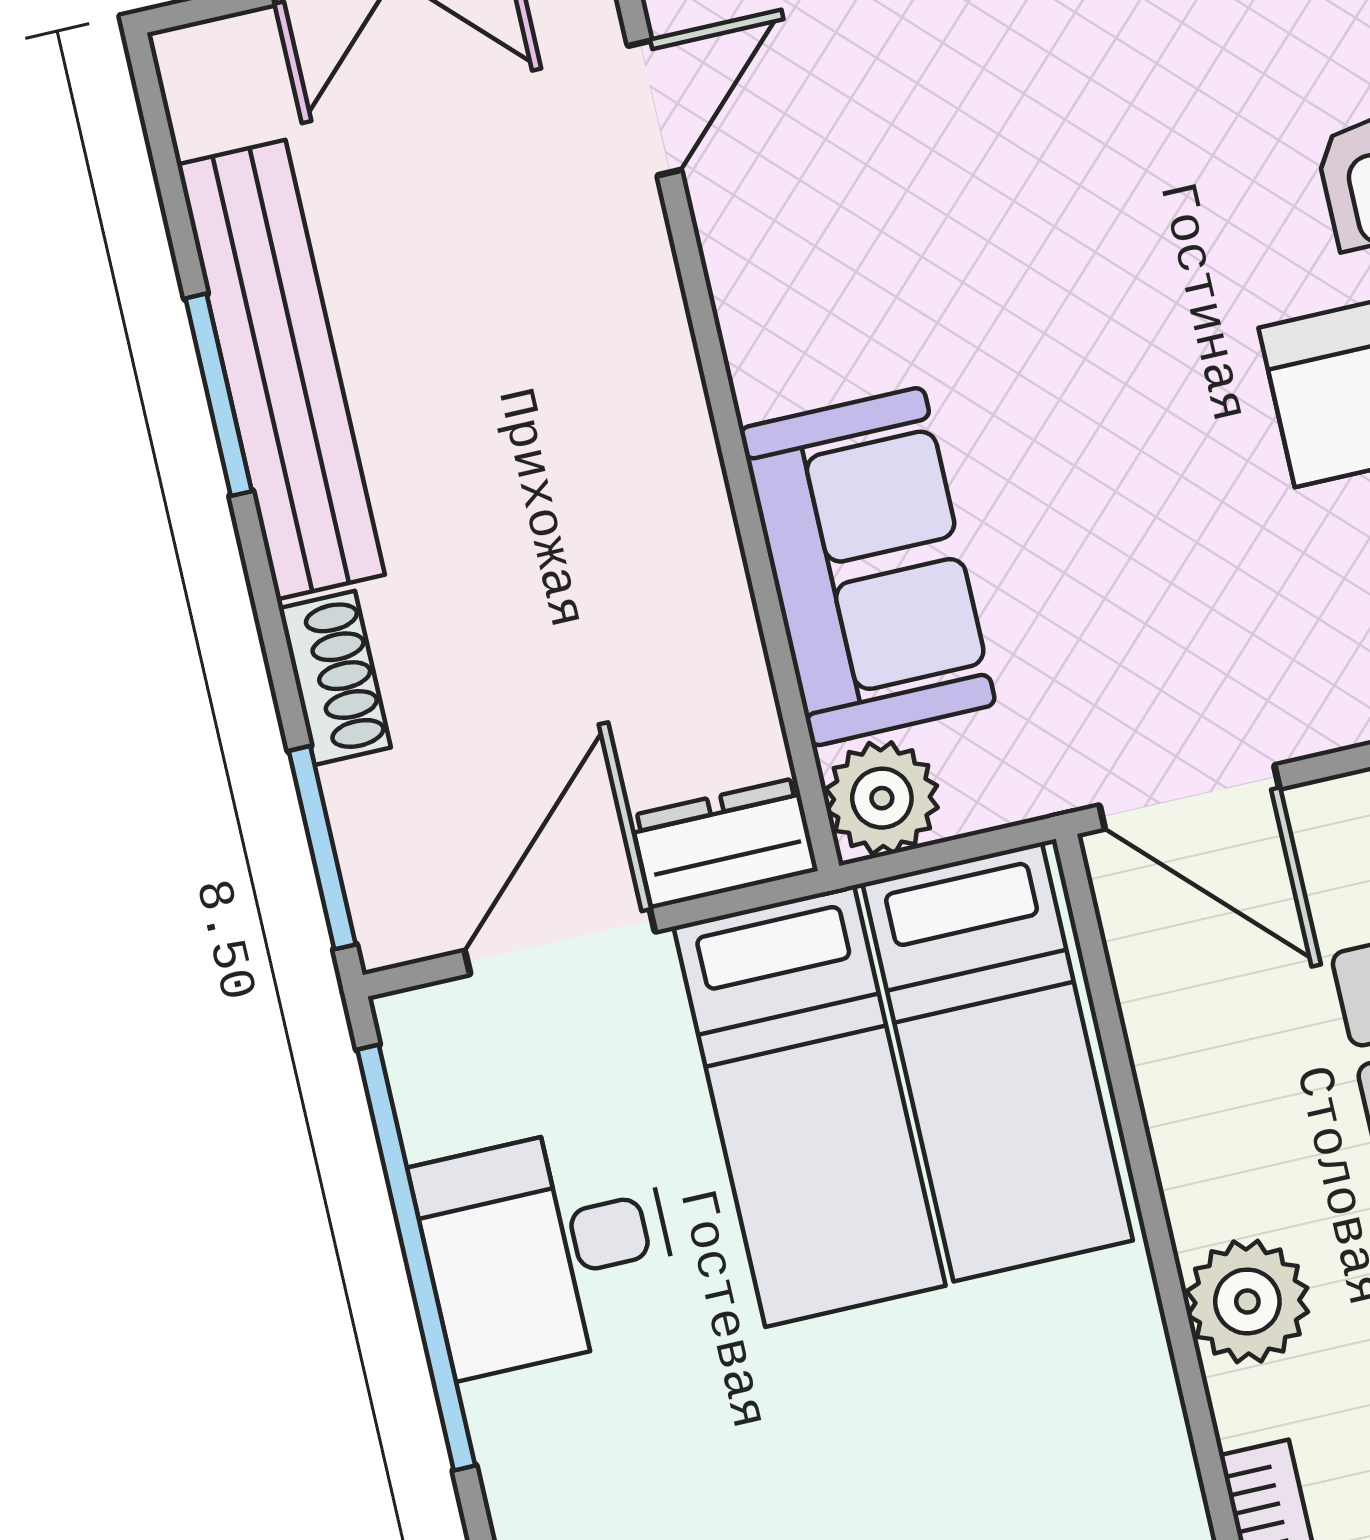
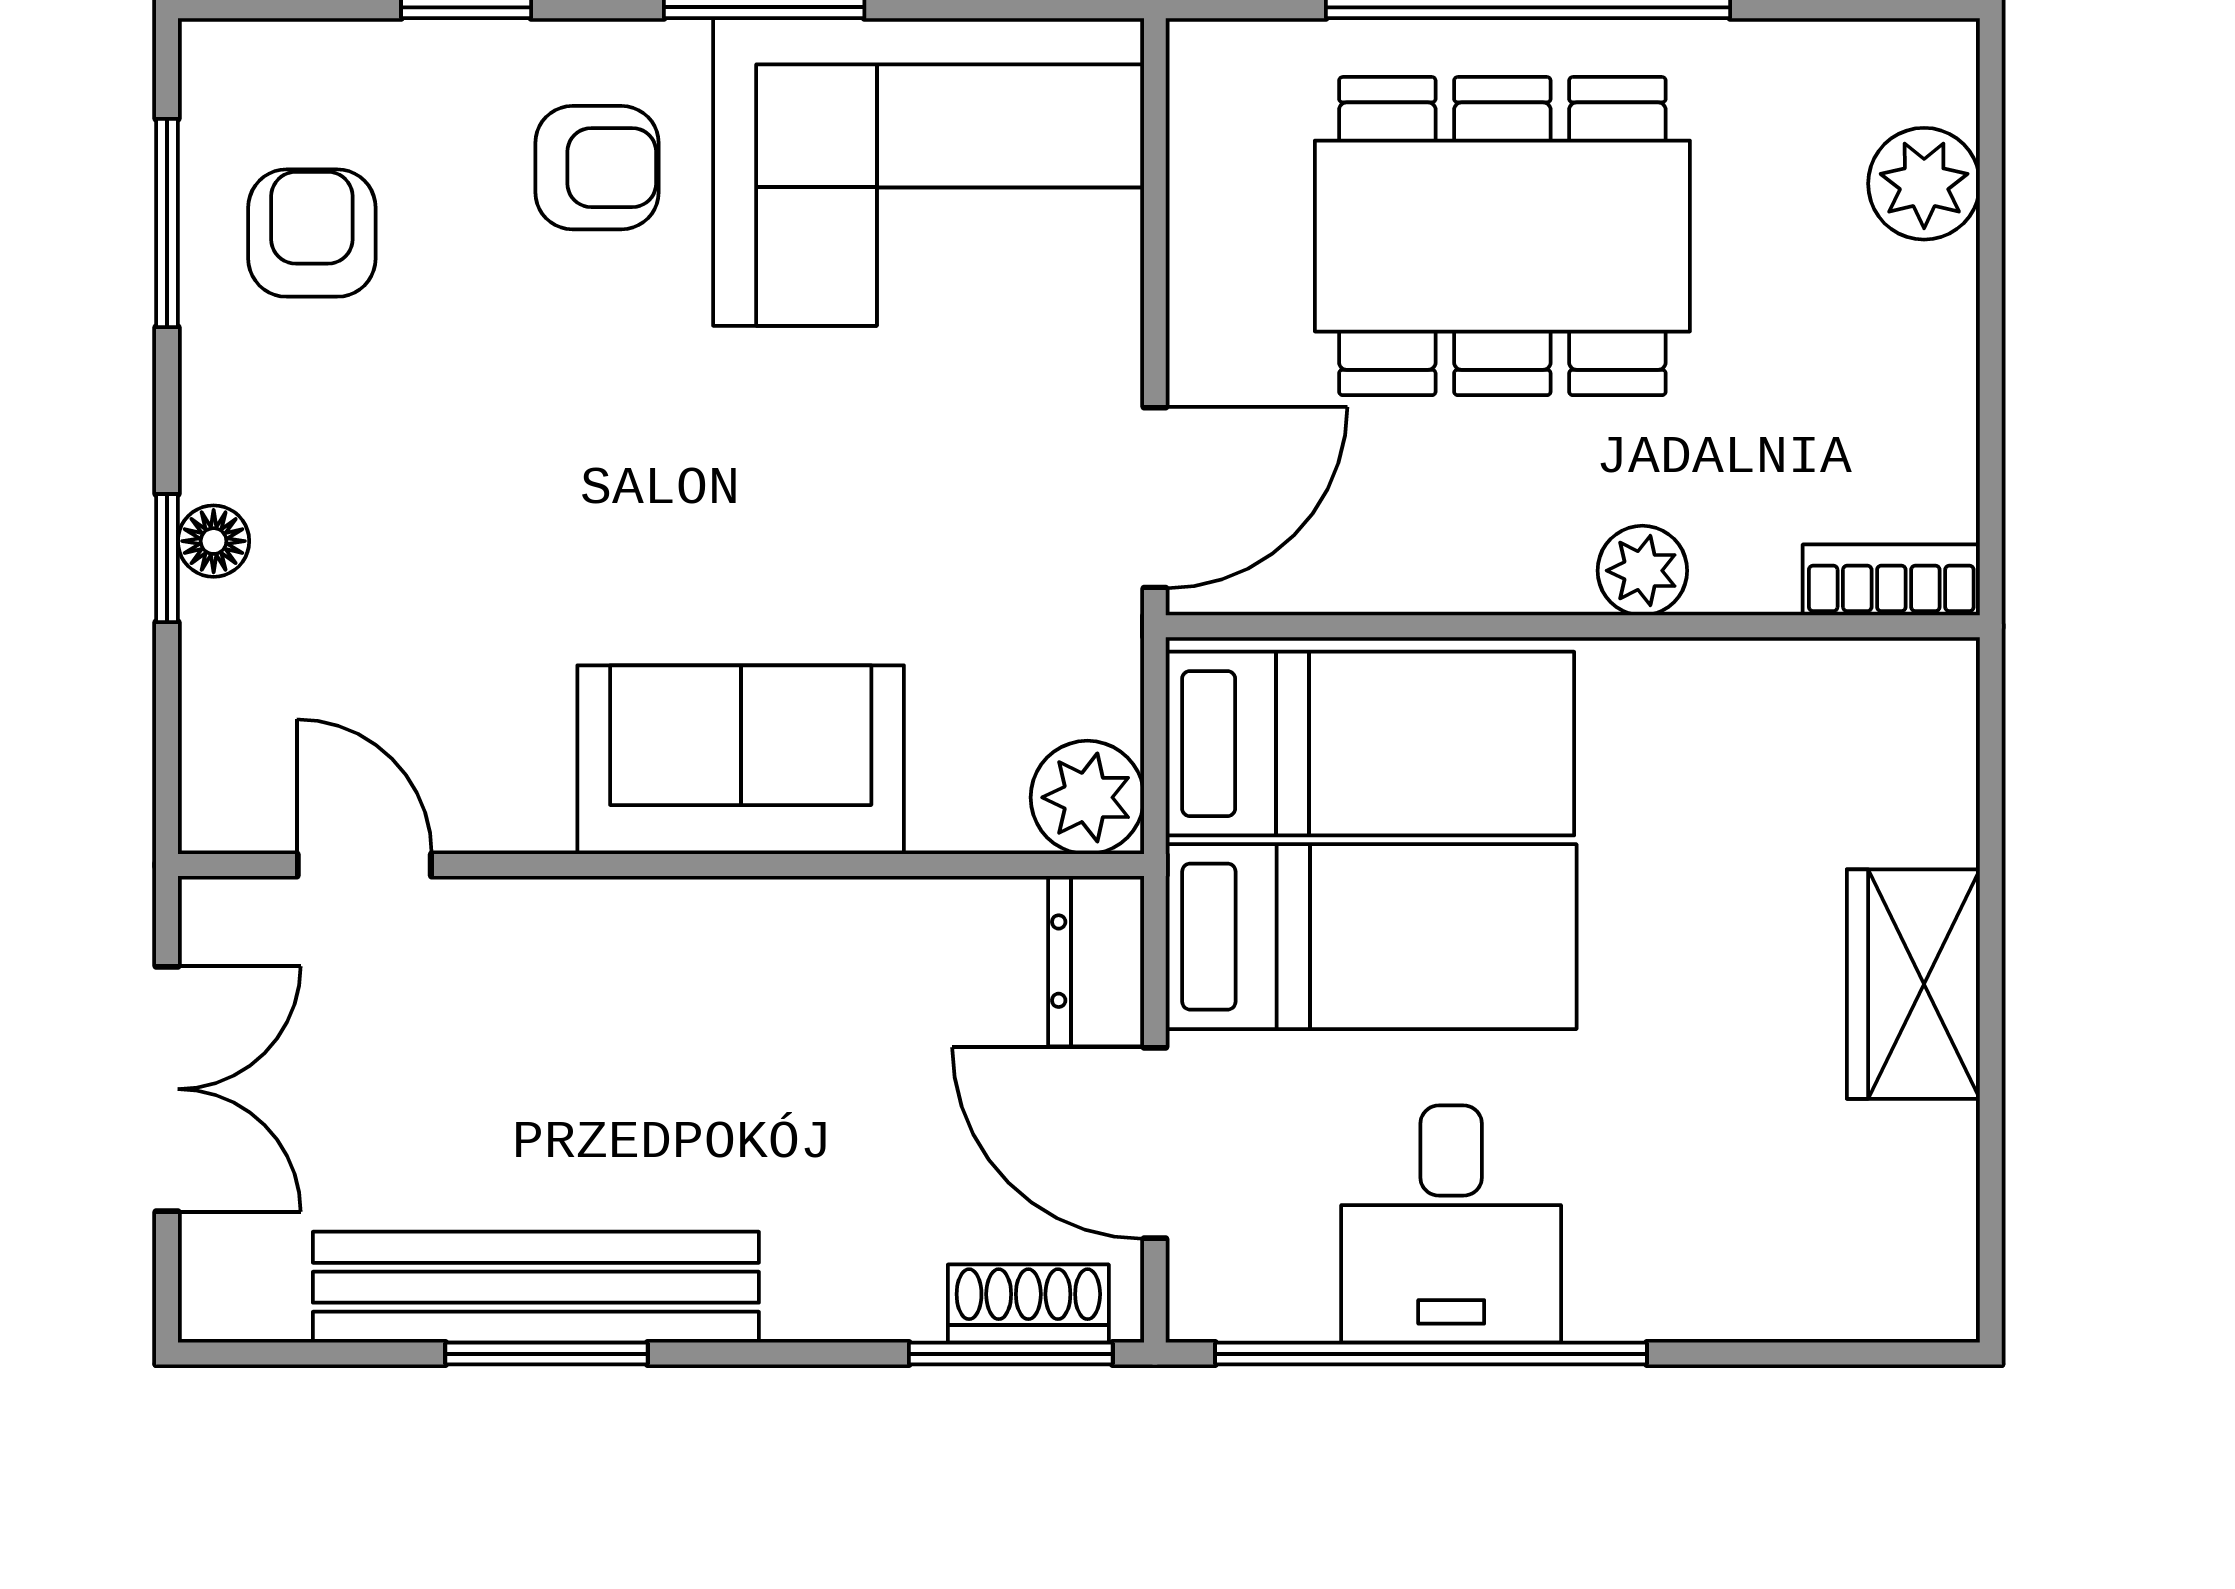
sofa: (868, 567) -> (741, 760), moved
shoe rack: (335, 678) -> (1028, 1304), moved
plant: (1247, 1301) -> (1642, 571), width x0.73, depth x0.73

